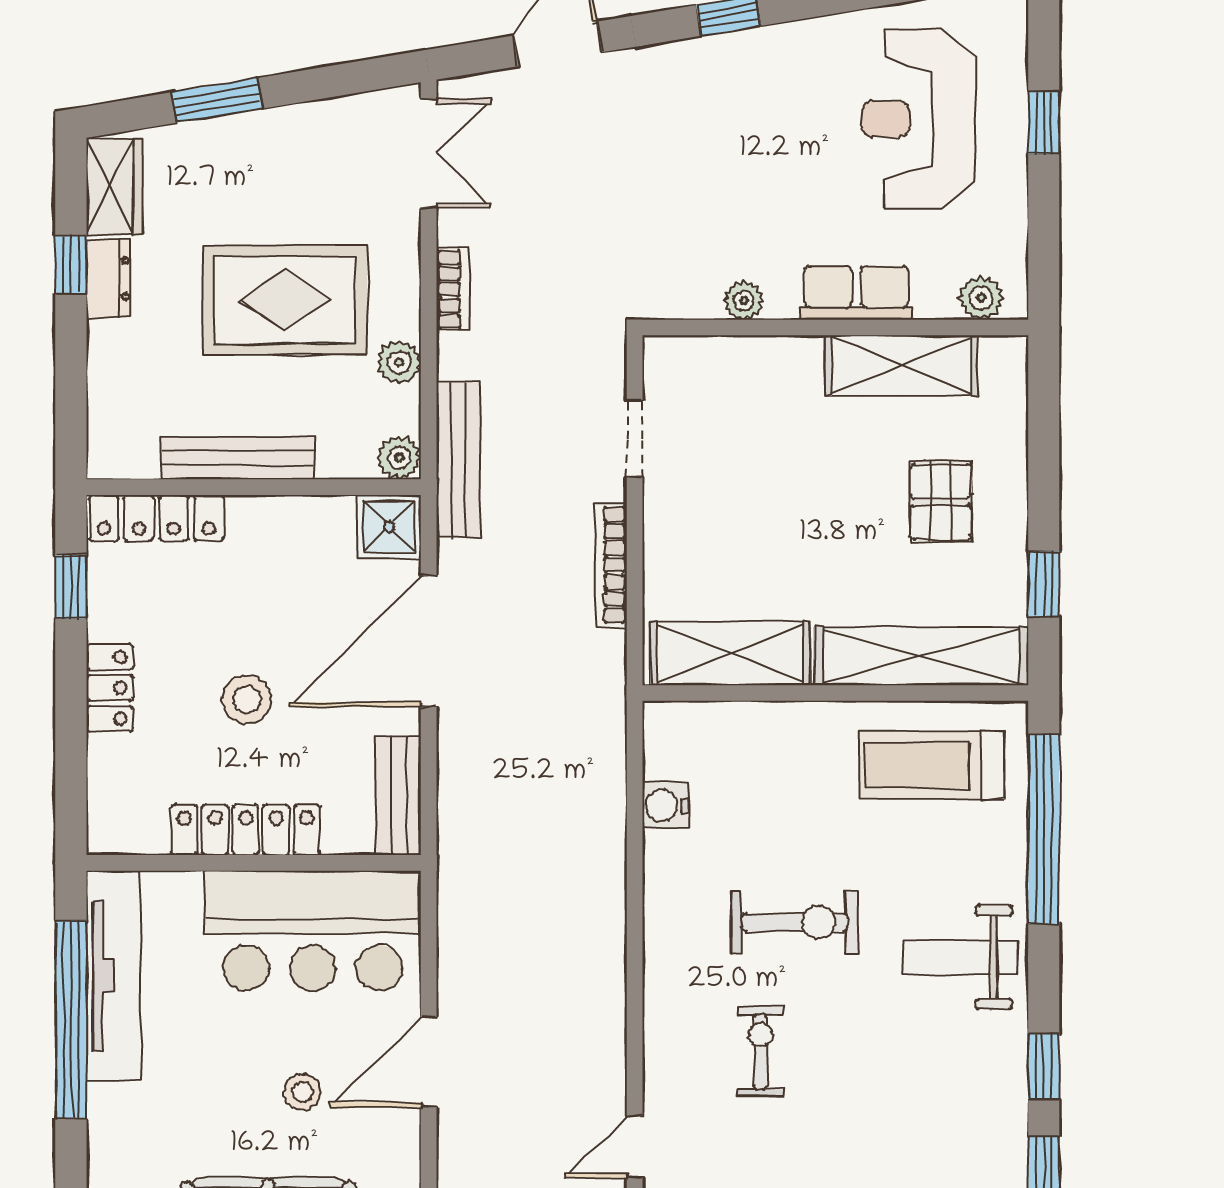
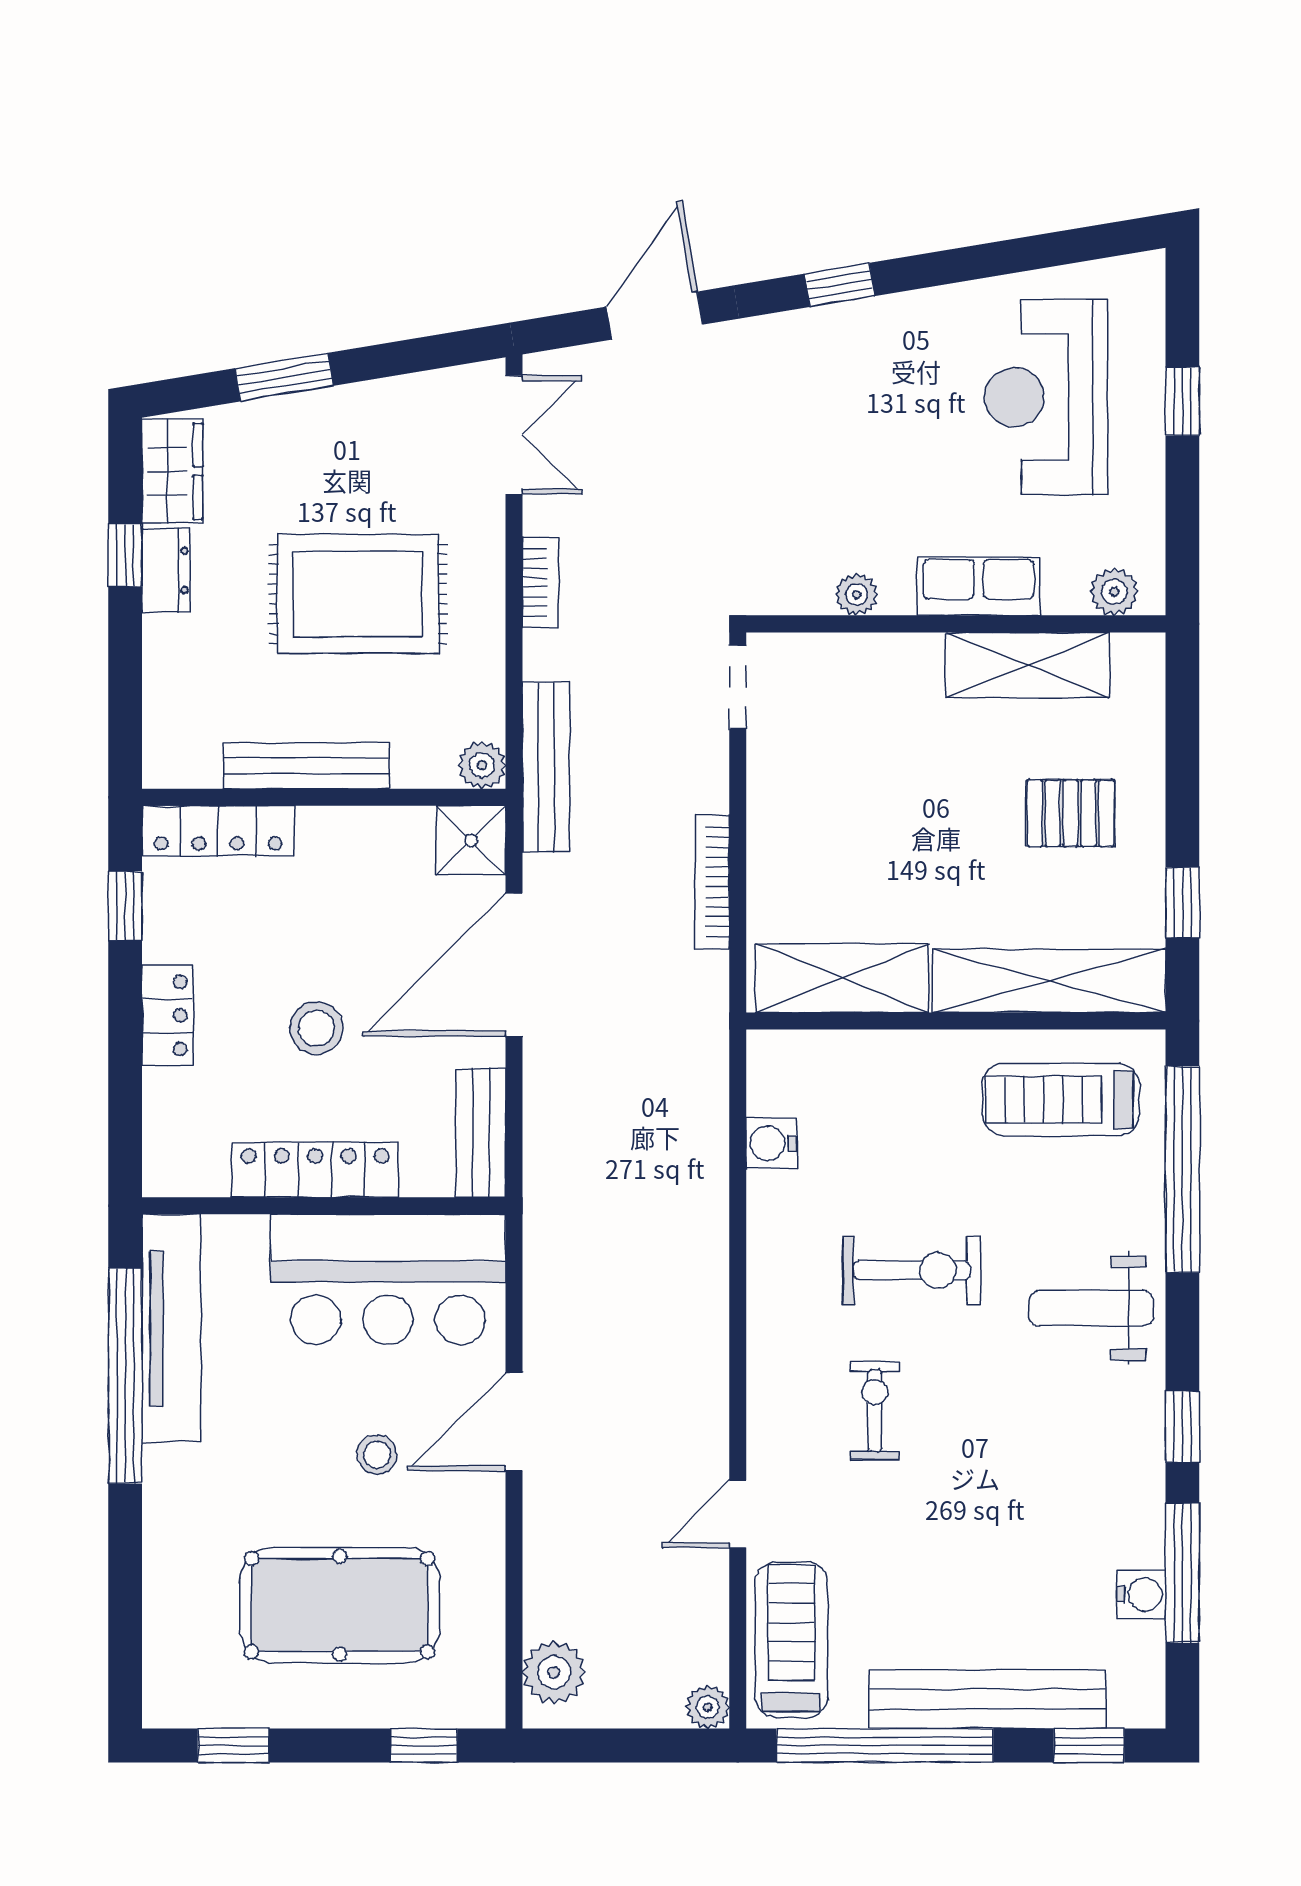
plant: (399, 362) -> (482, 662), removed
doorway: (635, 438) -> (738, 687), moved
pallet: (941, 502) -> (1071, 813), turned 90

